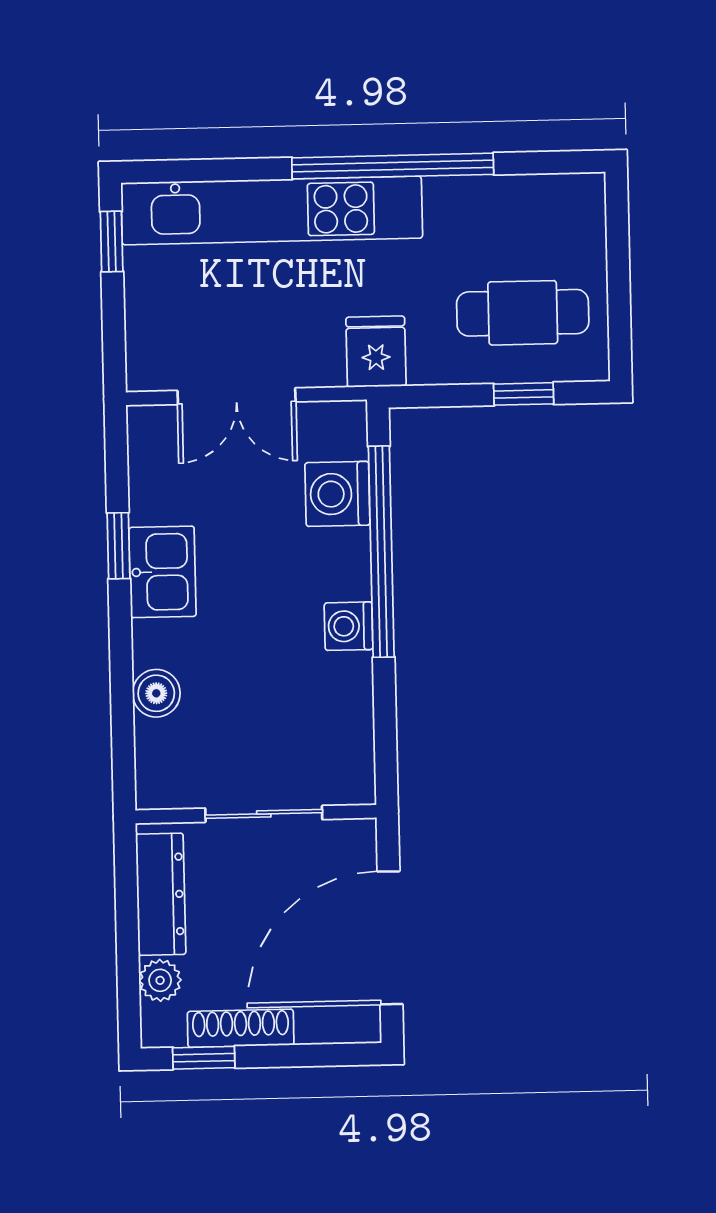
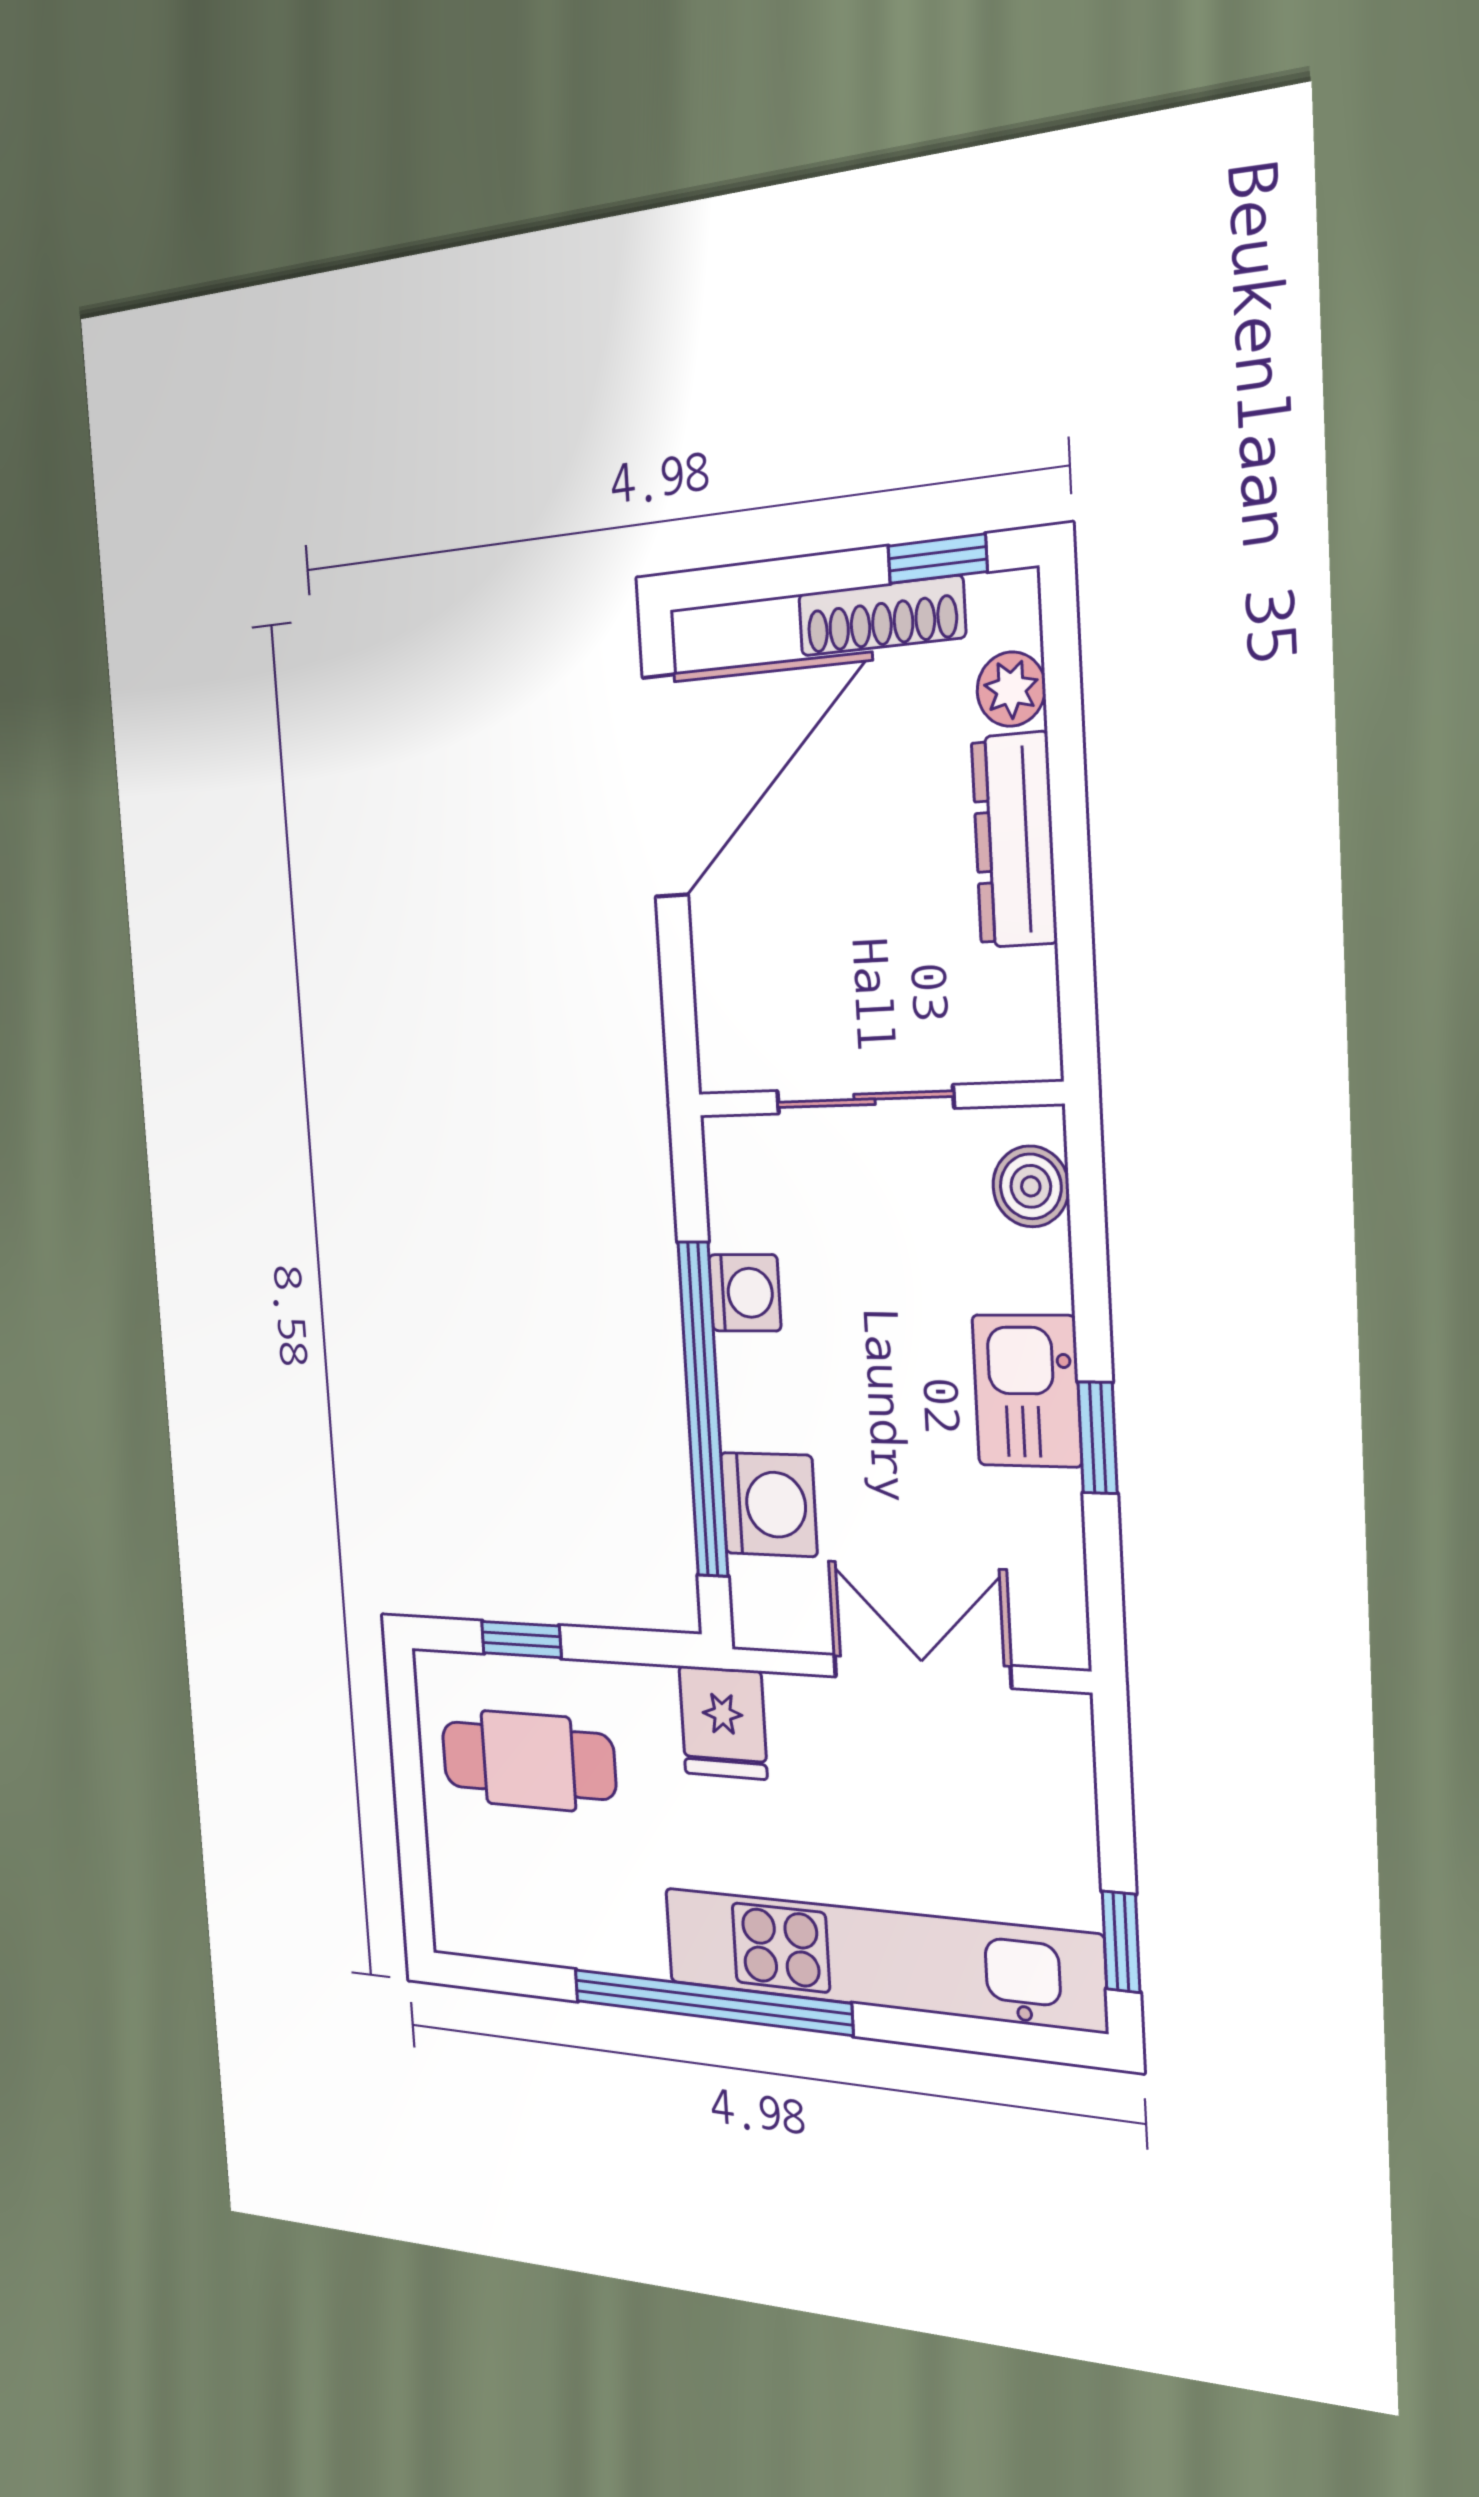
wall: (256, 814) -> (876, 1099), moved
sliding door: (264, 814) -> (864, 1099), moved

